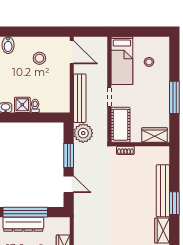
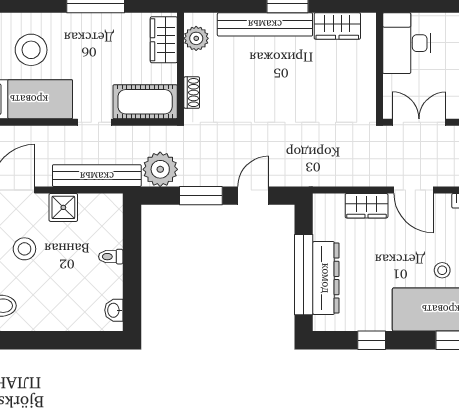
stool: (149, 62) -> (31, 50), width x1.89, depth x1.89
shower: (22, 105) -> (63, 207), moved
plant: (155, 153) -> (196, 38), added

